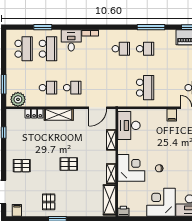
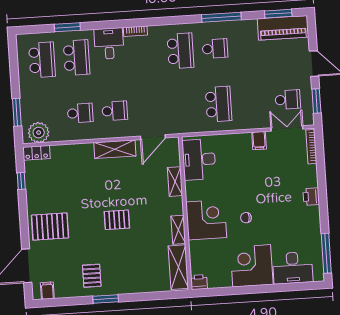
school desk: (121, 49) -> (180, 51), width x1.85
locker: (34, 113) -> (36, 153), moved
shelving: (59, 115) -> (115, 149), moved
pallet: (22, 166) -> (50, 227), width x1.50, depth x1.42

